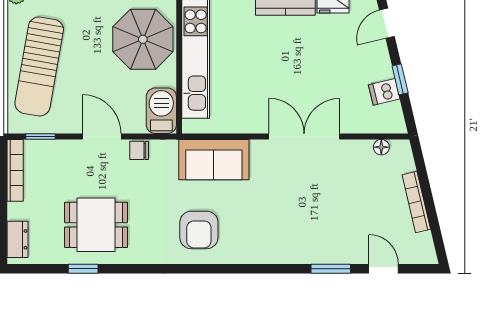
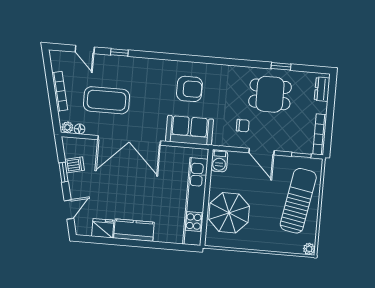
barbecue: (161, 111) -> (219, 161), width x0.73, depth x0.79
double door: (304, 136) -> (129, 140), width x1.36
plant: (400, 148) -> (67, 127), added
chair: (139, 150) -> (243, 126), moved
coffee table: (344, 194) -> (106, 100), added
armchair: (199, 230) -> (189, 89), moved, turned 90
window: (331, 269) -> (119, 52), width x0.67

